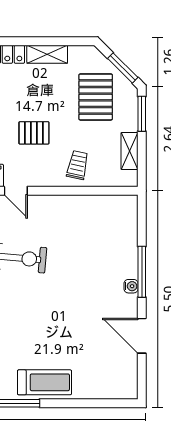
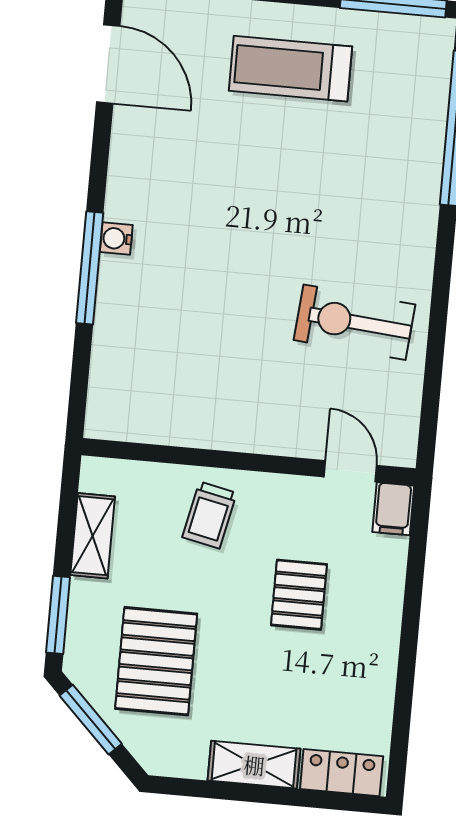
pallet: (34, 133) -> (299, 595), turned 90
door: (142, 336) -> (108, 64), moved
treadmill: (44, 382) -> (290, 69), moved

